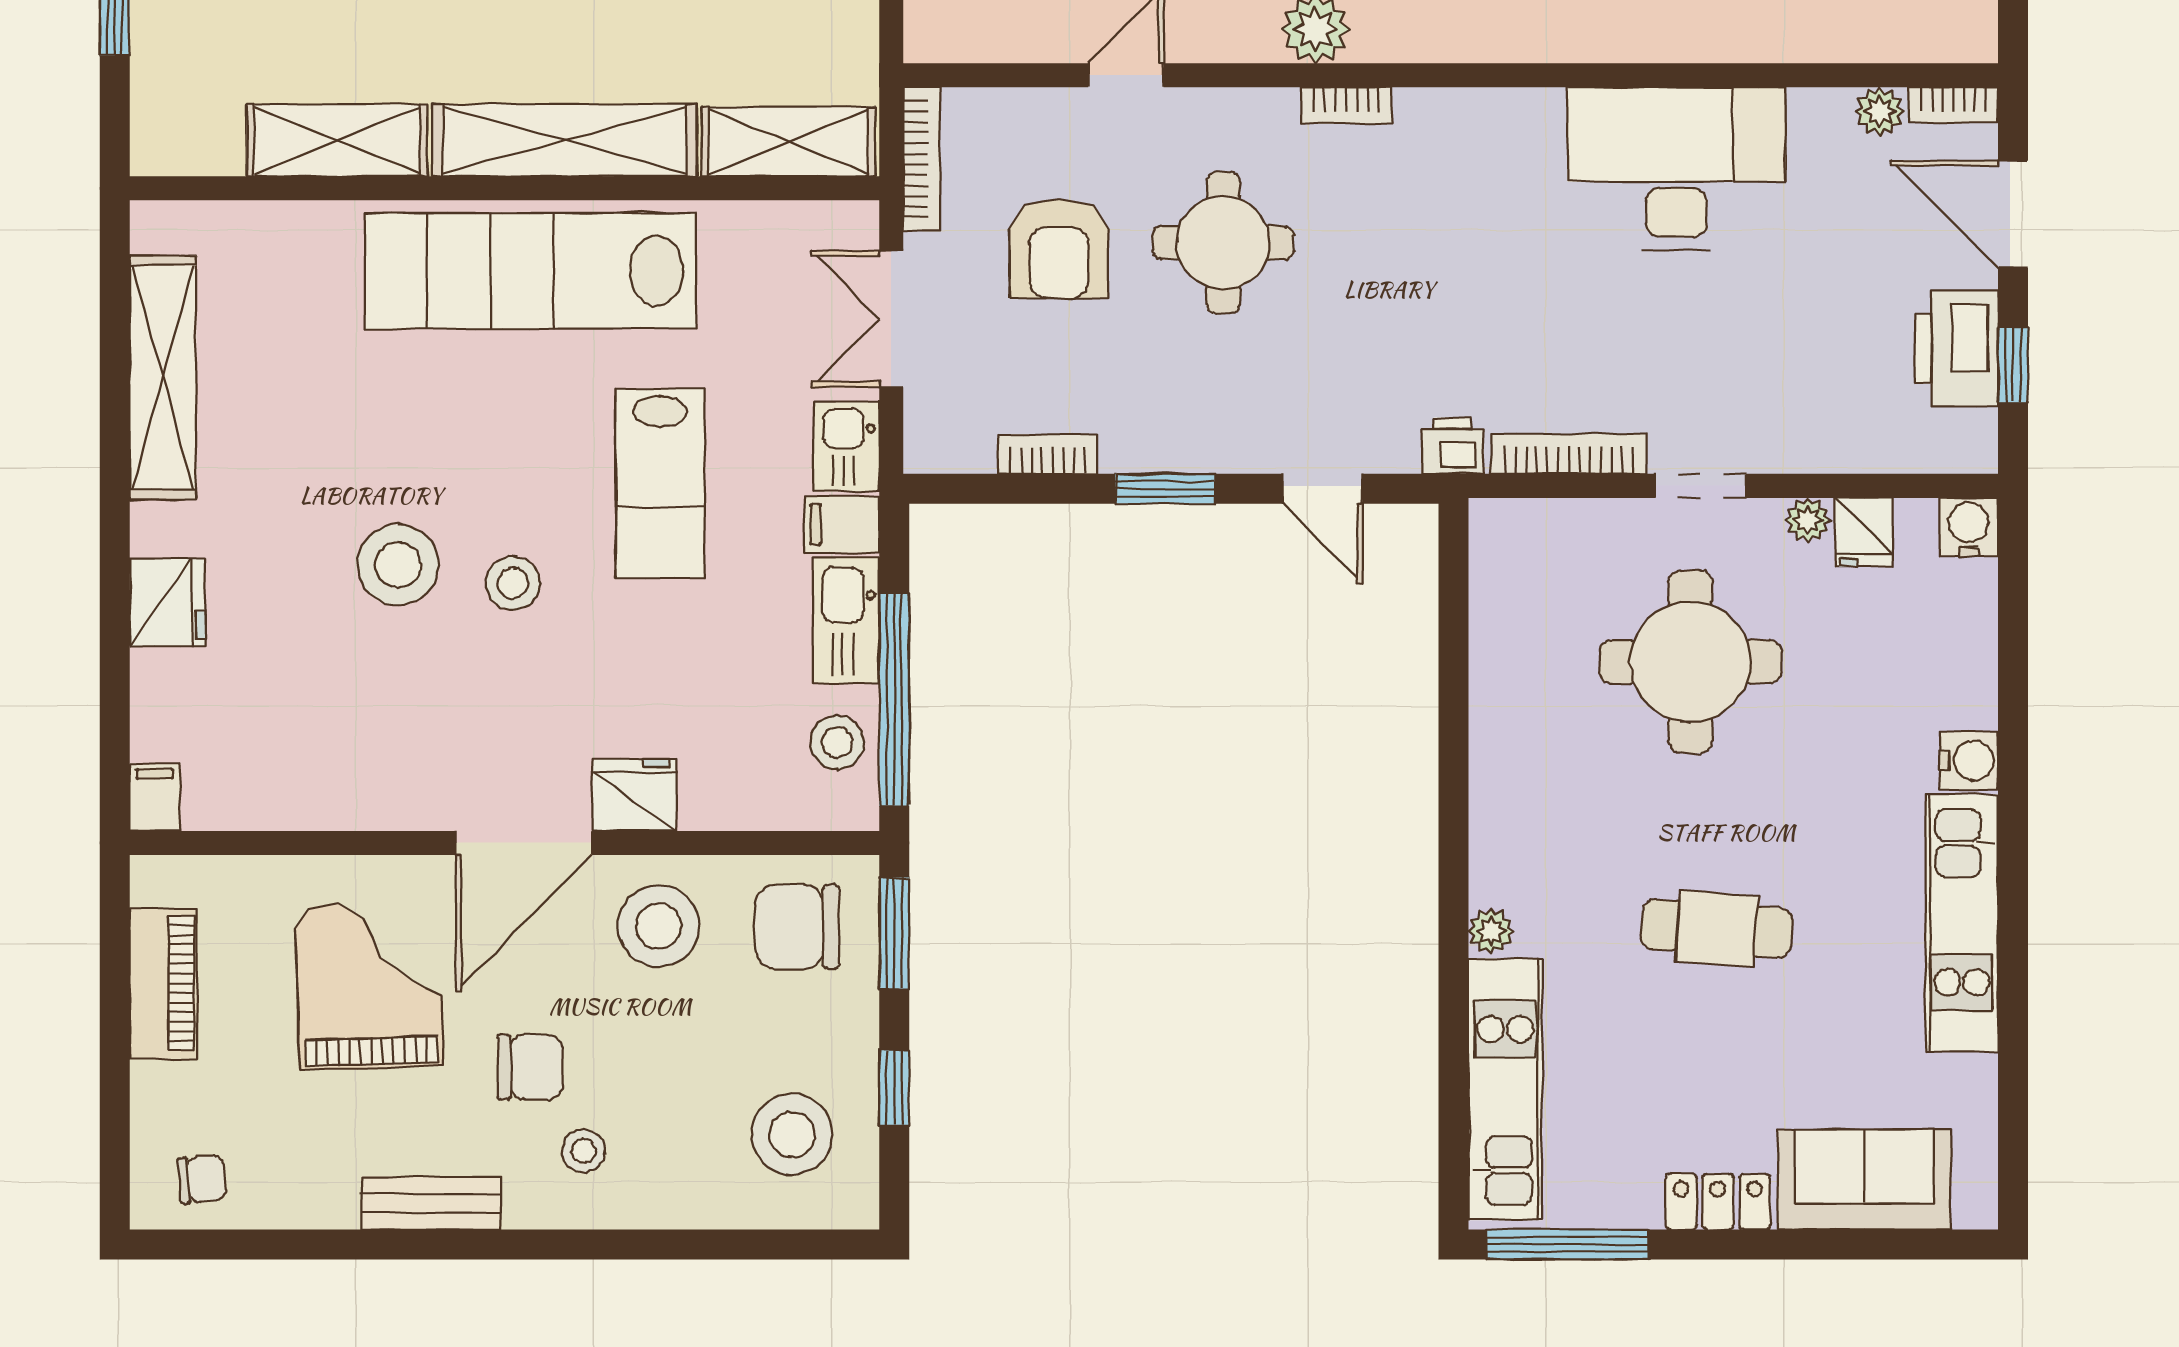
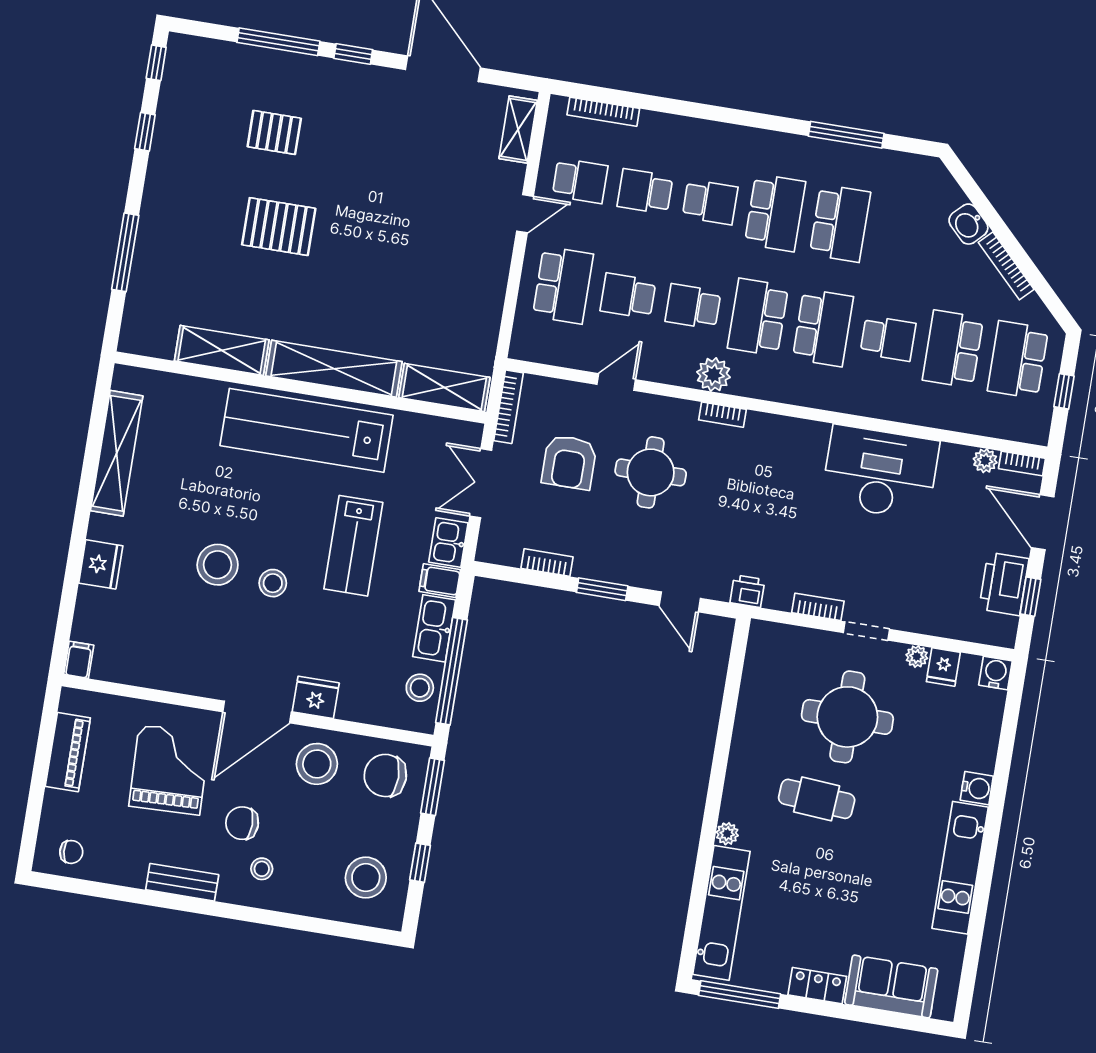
bookcase: (1569, 454) -> (818, 607), width x0.64
cafe table: (1716, 929) -> (817, 799), moved
chair: (530, 1067) -> (242, 823), turned 180

